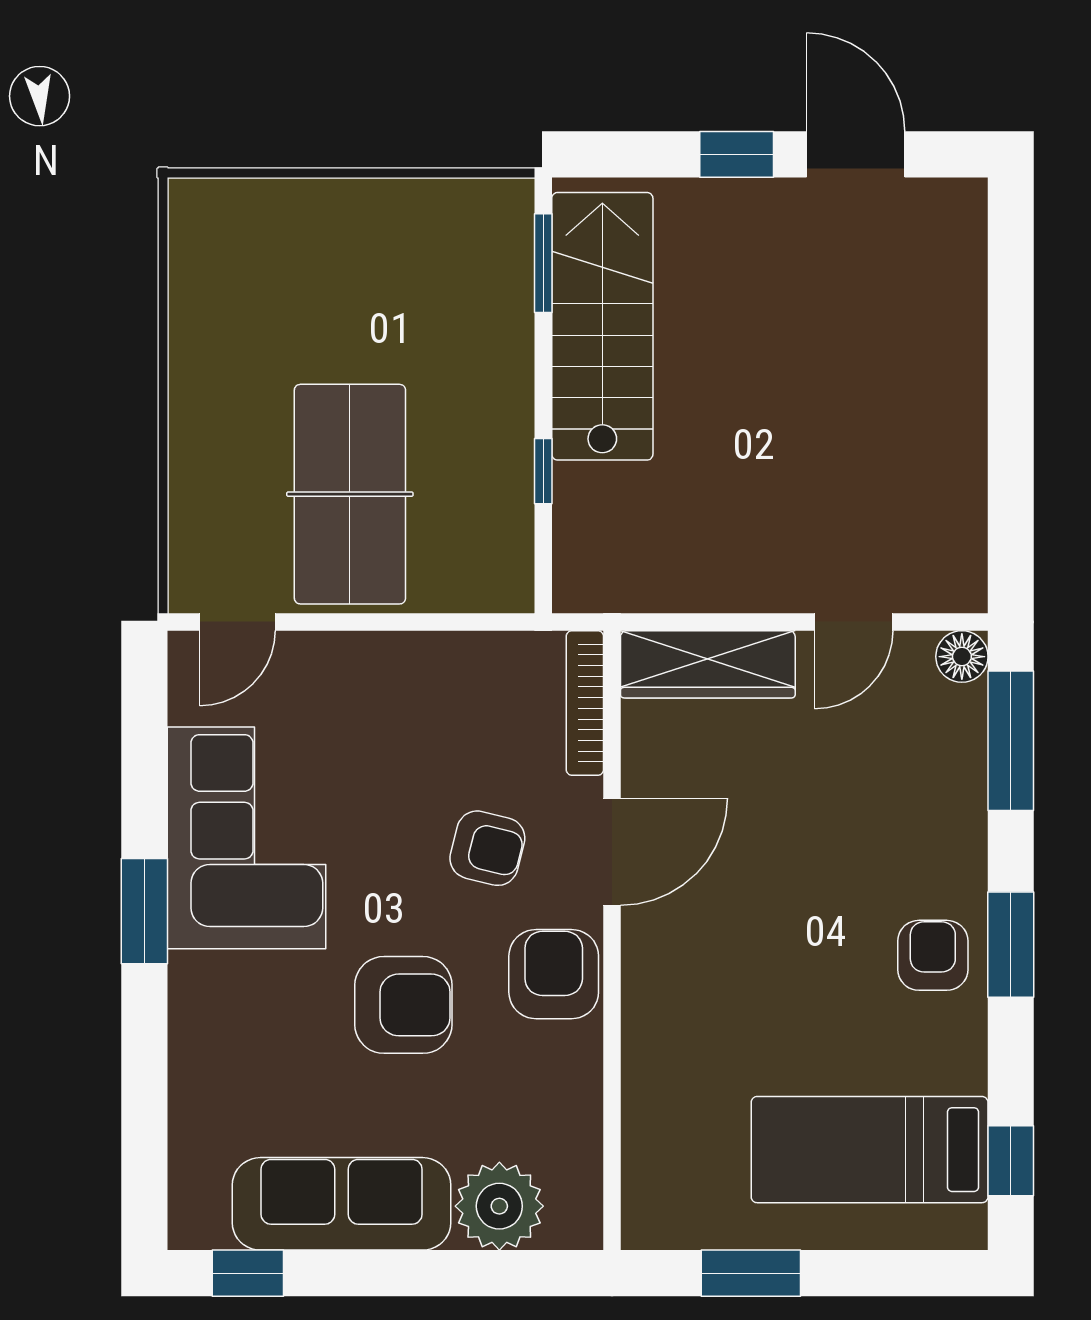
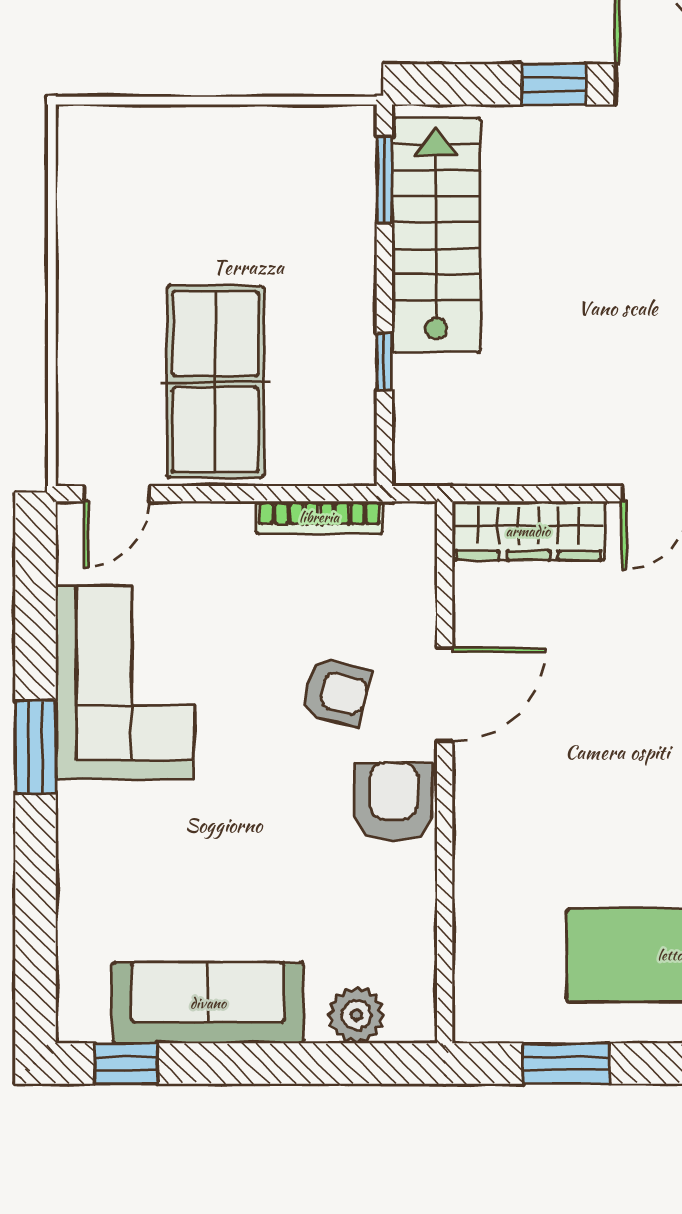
bookcase: (585, 703) -> (319, 517), moved, turned -90
armchair: (403, 1005) -> (262, 829), removed
plant: (499, 1206) -> (356, 1015), width x0.73, depth x0.73

